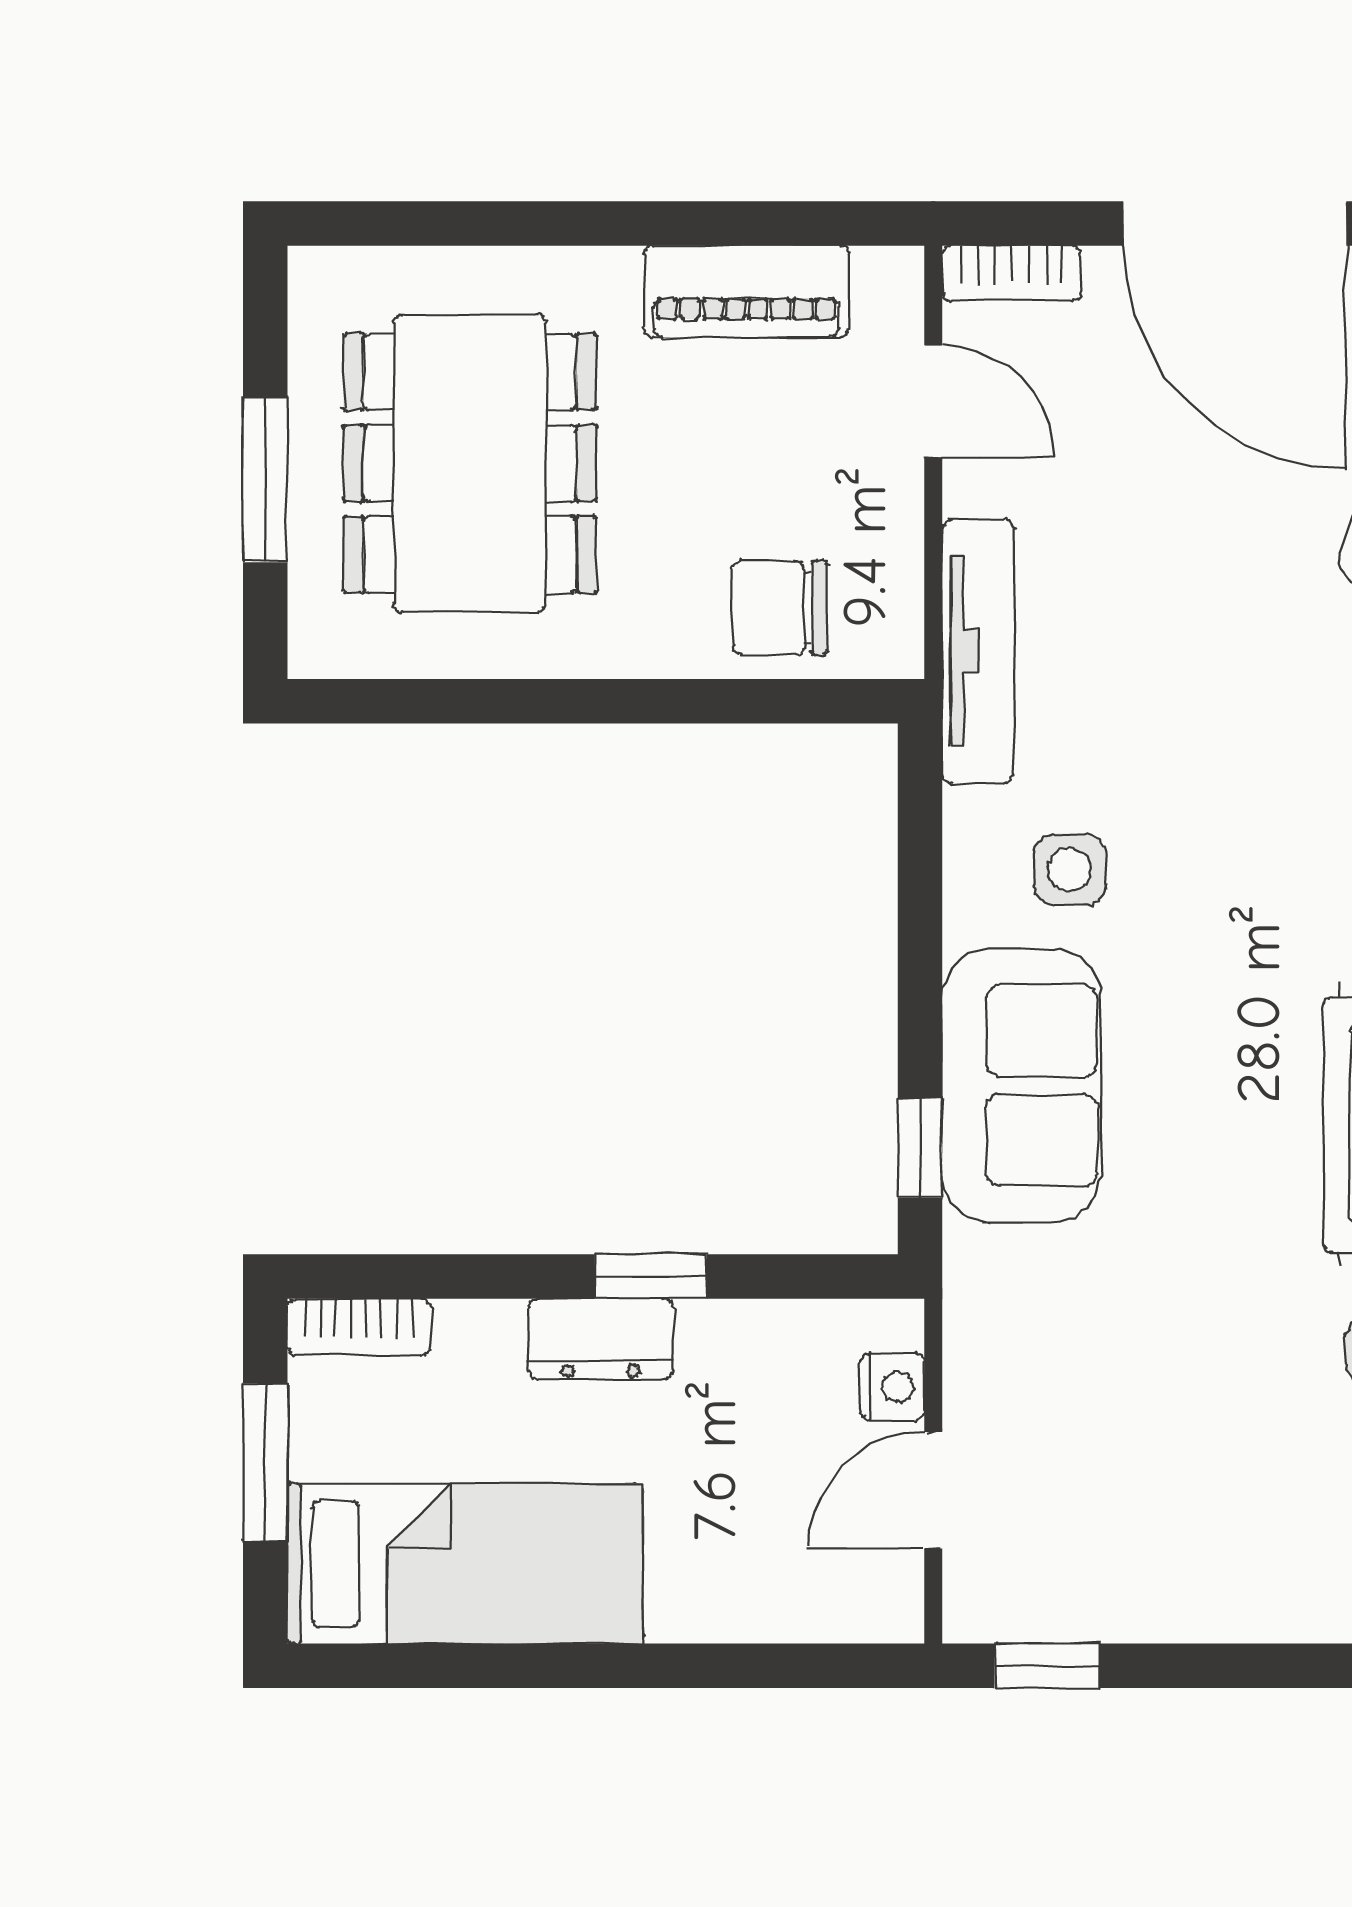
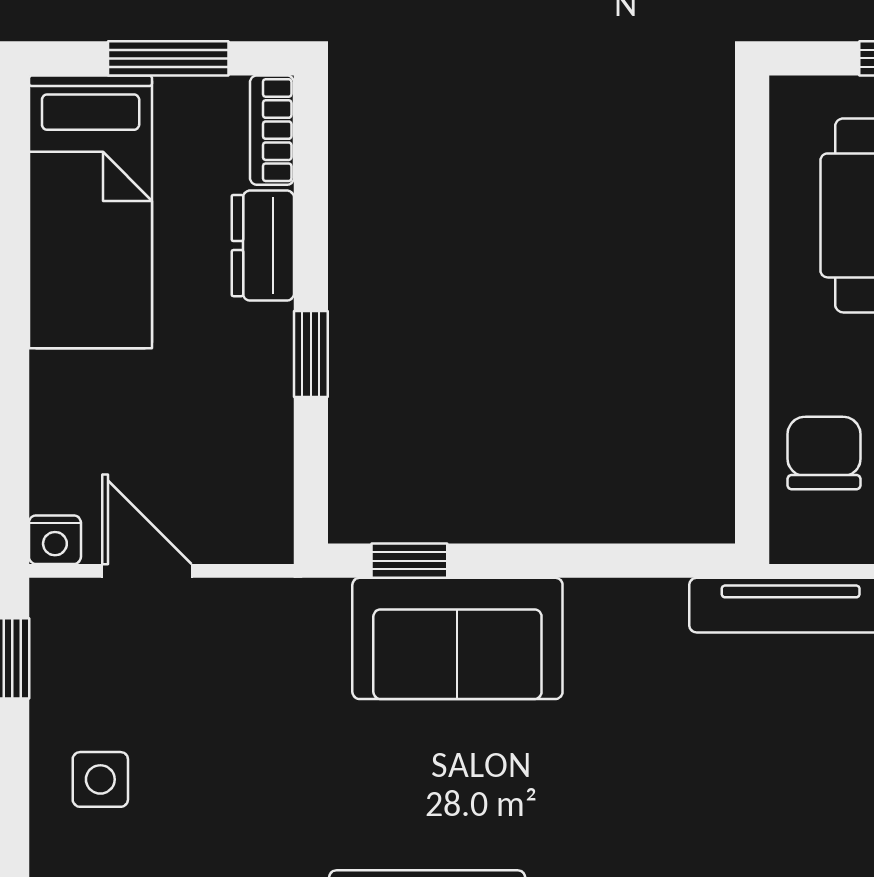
side table: (1070, 869) -> (100, 779), moved
dresser: (601, 1339) -> (263, 246), moved
nightstand: (893, 1387) -> (55, 540), moved

